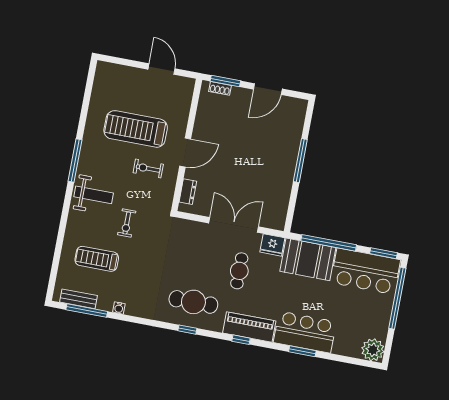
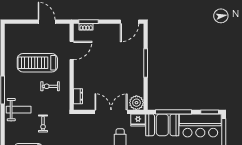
door: (268, 89) -> (130, 22), moved
door: (185, 152) -> (72, 51), moved
plant: (275, 218) -> (136, 103), added

